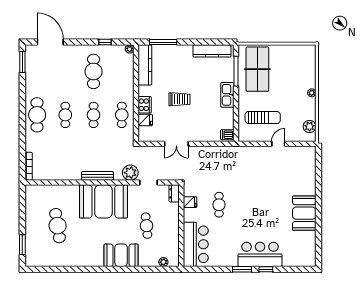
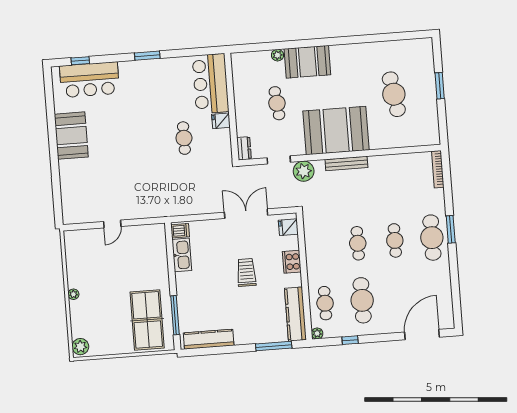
door: (50, 42) -> (422, 335), swing flipped
window: (22, 62) -> (451, 229), moved
kitchen sink: (227, 95) -> (182, 255), moved
trolley: (180, 99) -> (246, 272), turned 90
cafe table: (122, 115) -> (325, 303), moved
sun lounger: (263, 117) -> (135, 257), removed
fridge: (145, 120) -> (288, 227), moved
plant: (310, 126) -> (80, 347), moved
double door: (176, 144) -> (246, 214), width x1.37
fridge: (190, 202) -> (221, 121), moved
window: (22, 245) -> (440, 86), moved
bar counter: (260, 254) -> (90, 80), moved
plant: (163, 262) -> (277, 55), moved
window: (266, 269) -> (80, 61), moved

